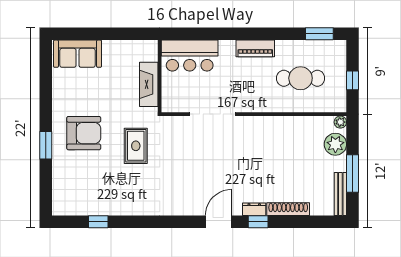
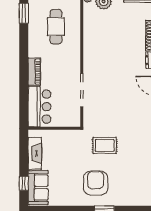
window: (83, 34) -> (24, 183), added
piano: (255, 48) -> (34, 72), moved
fireplace: (149, 84) -> (35, 153), moved, turned -90

